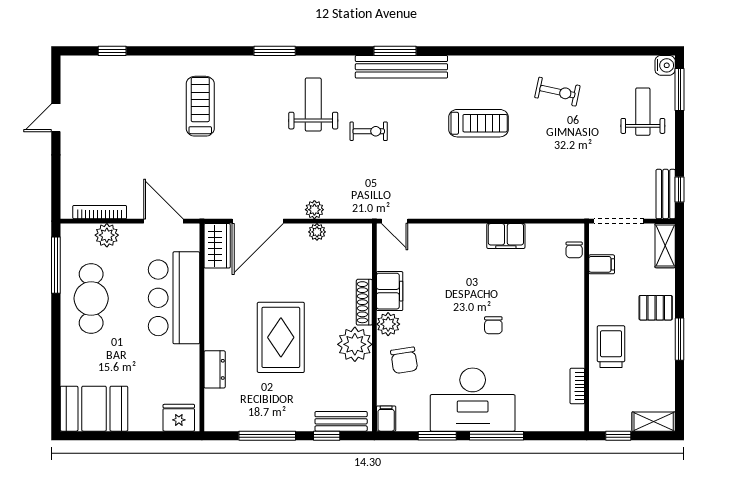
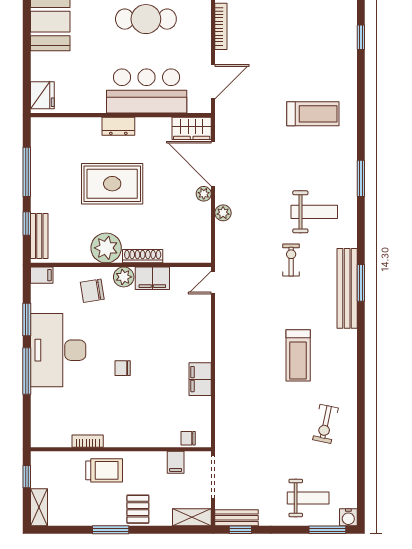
exercise bike: (369, 131) -> (291, 260), turned 180
plant: (317, 232) -> (204, 194), moved
plant: (107, 235) -> (201, 33), removed
dresser: (215, 369) -> (118, 126), moved
bookcase: (577, 386) -> (88, 441), moved

